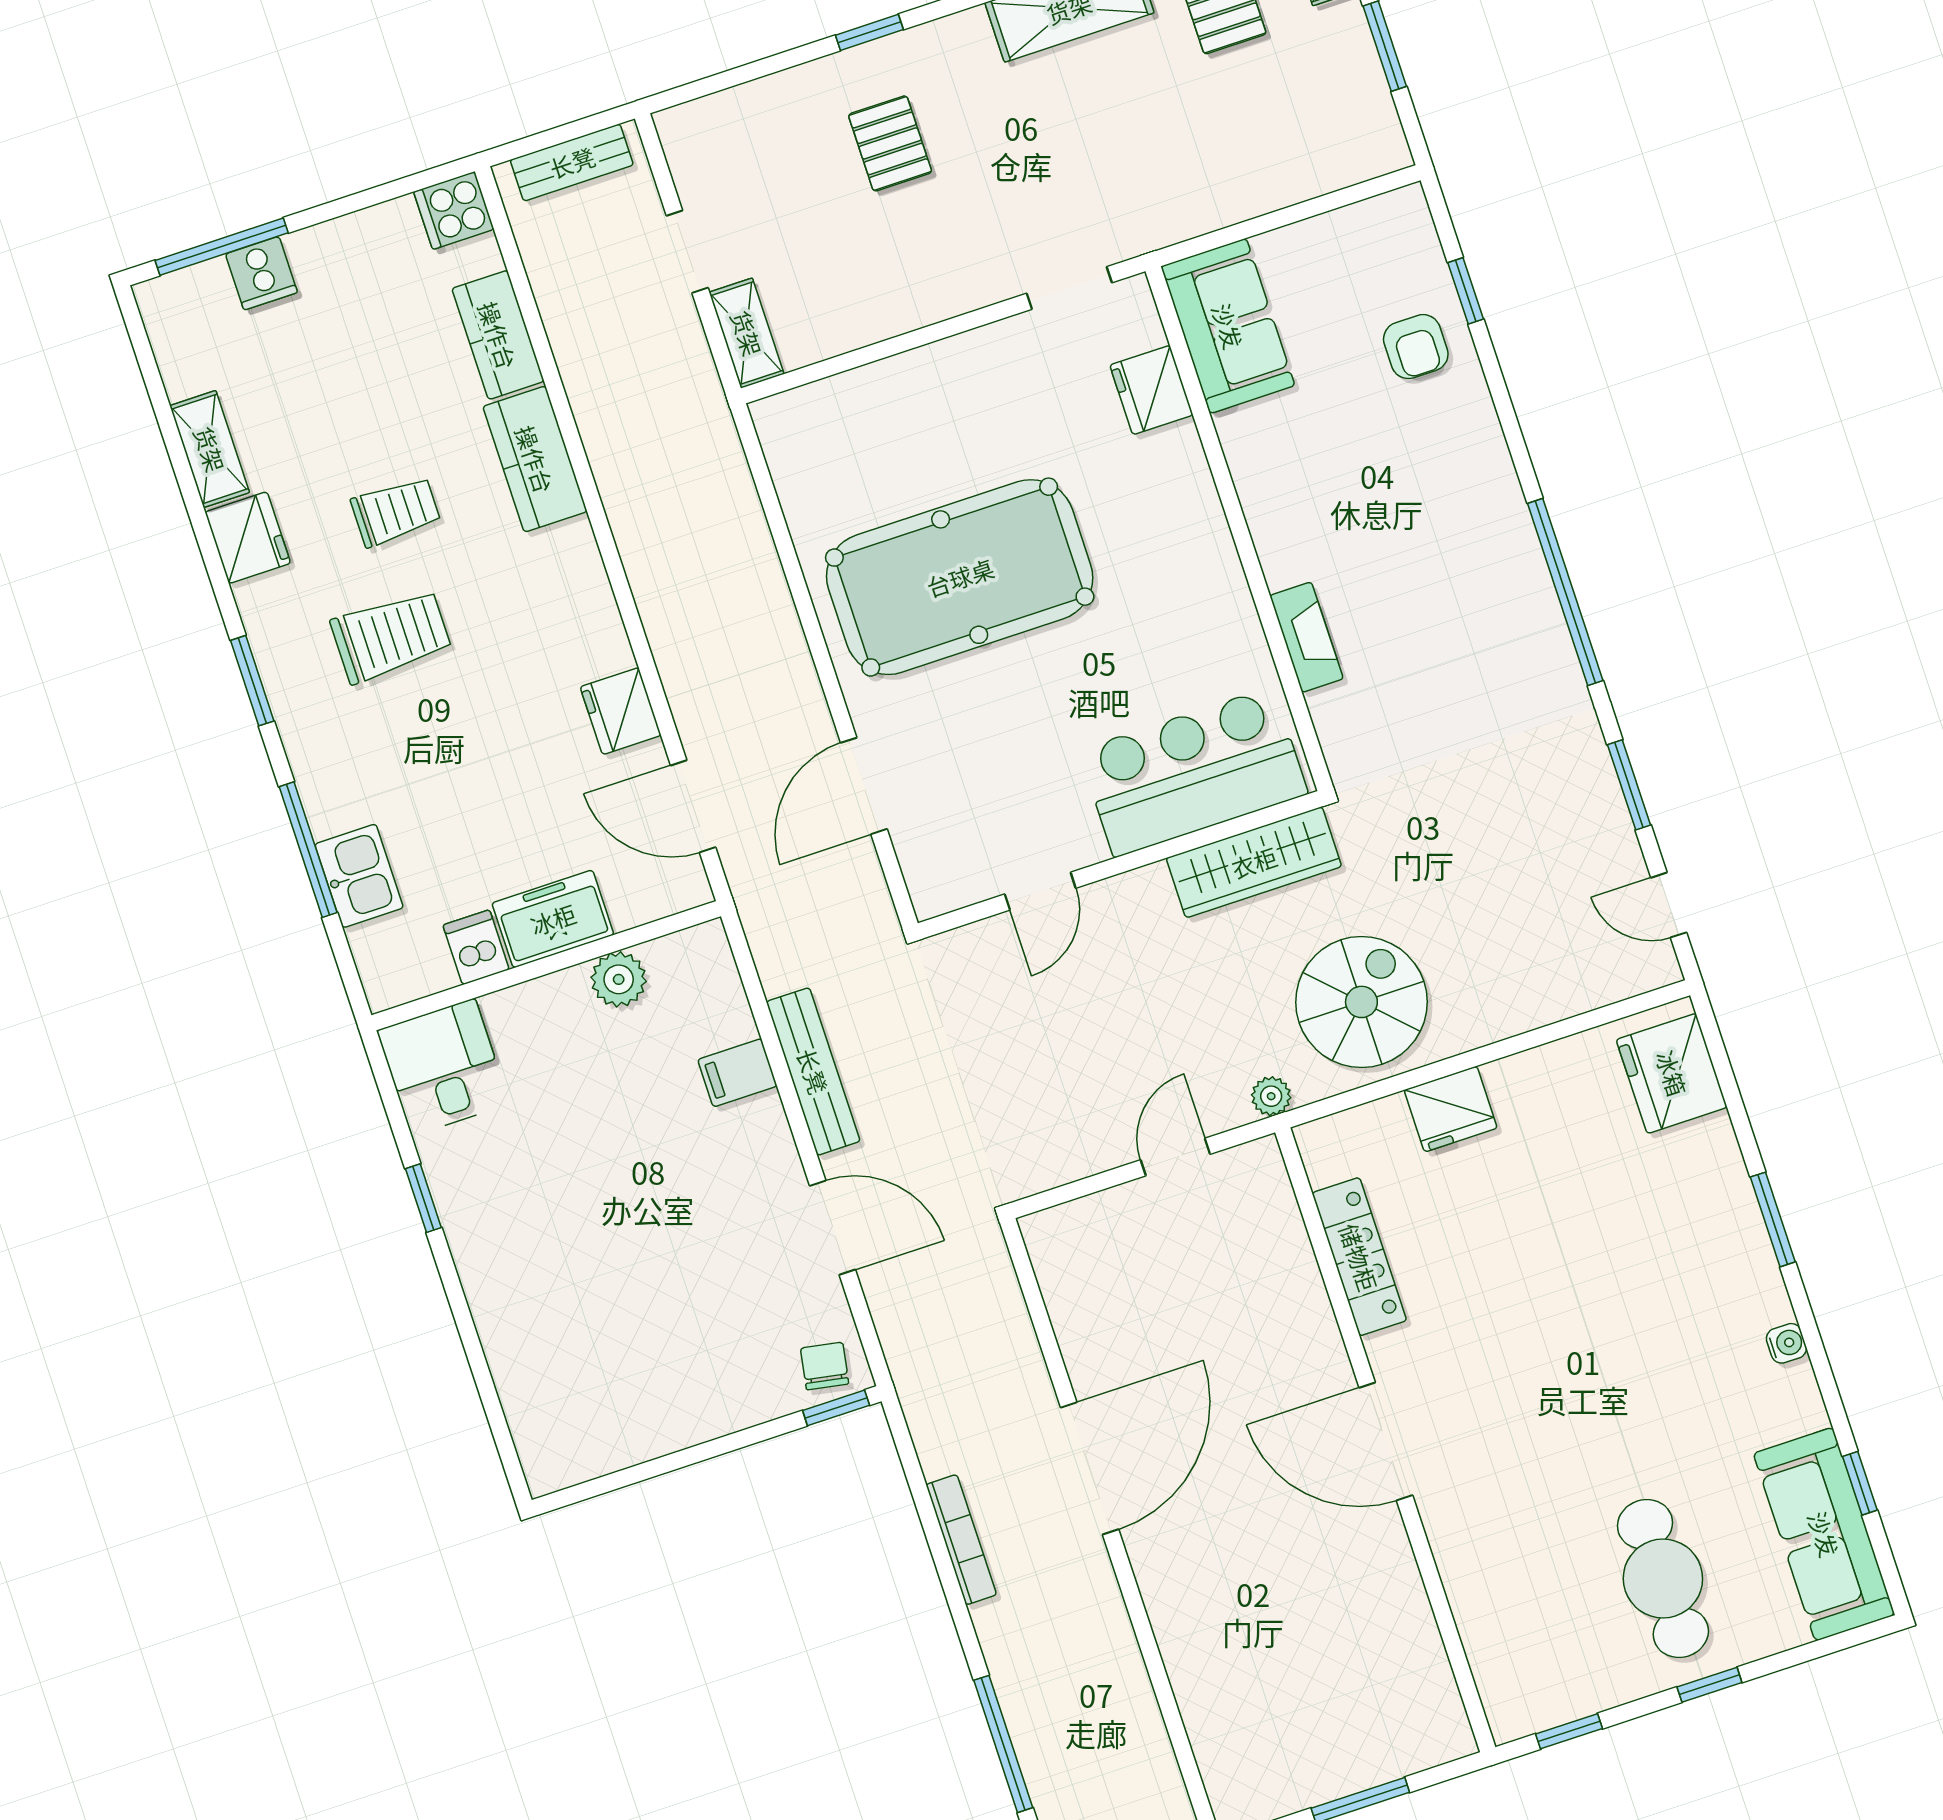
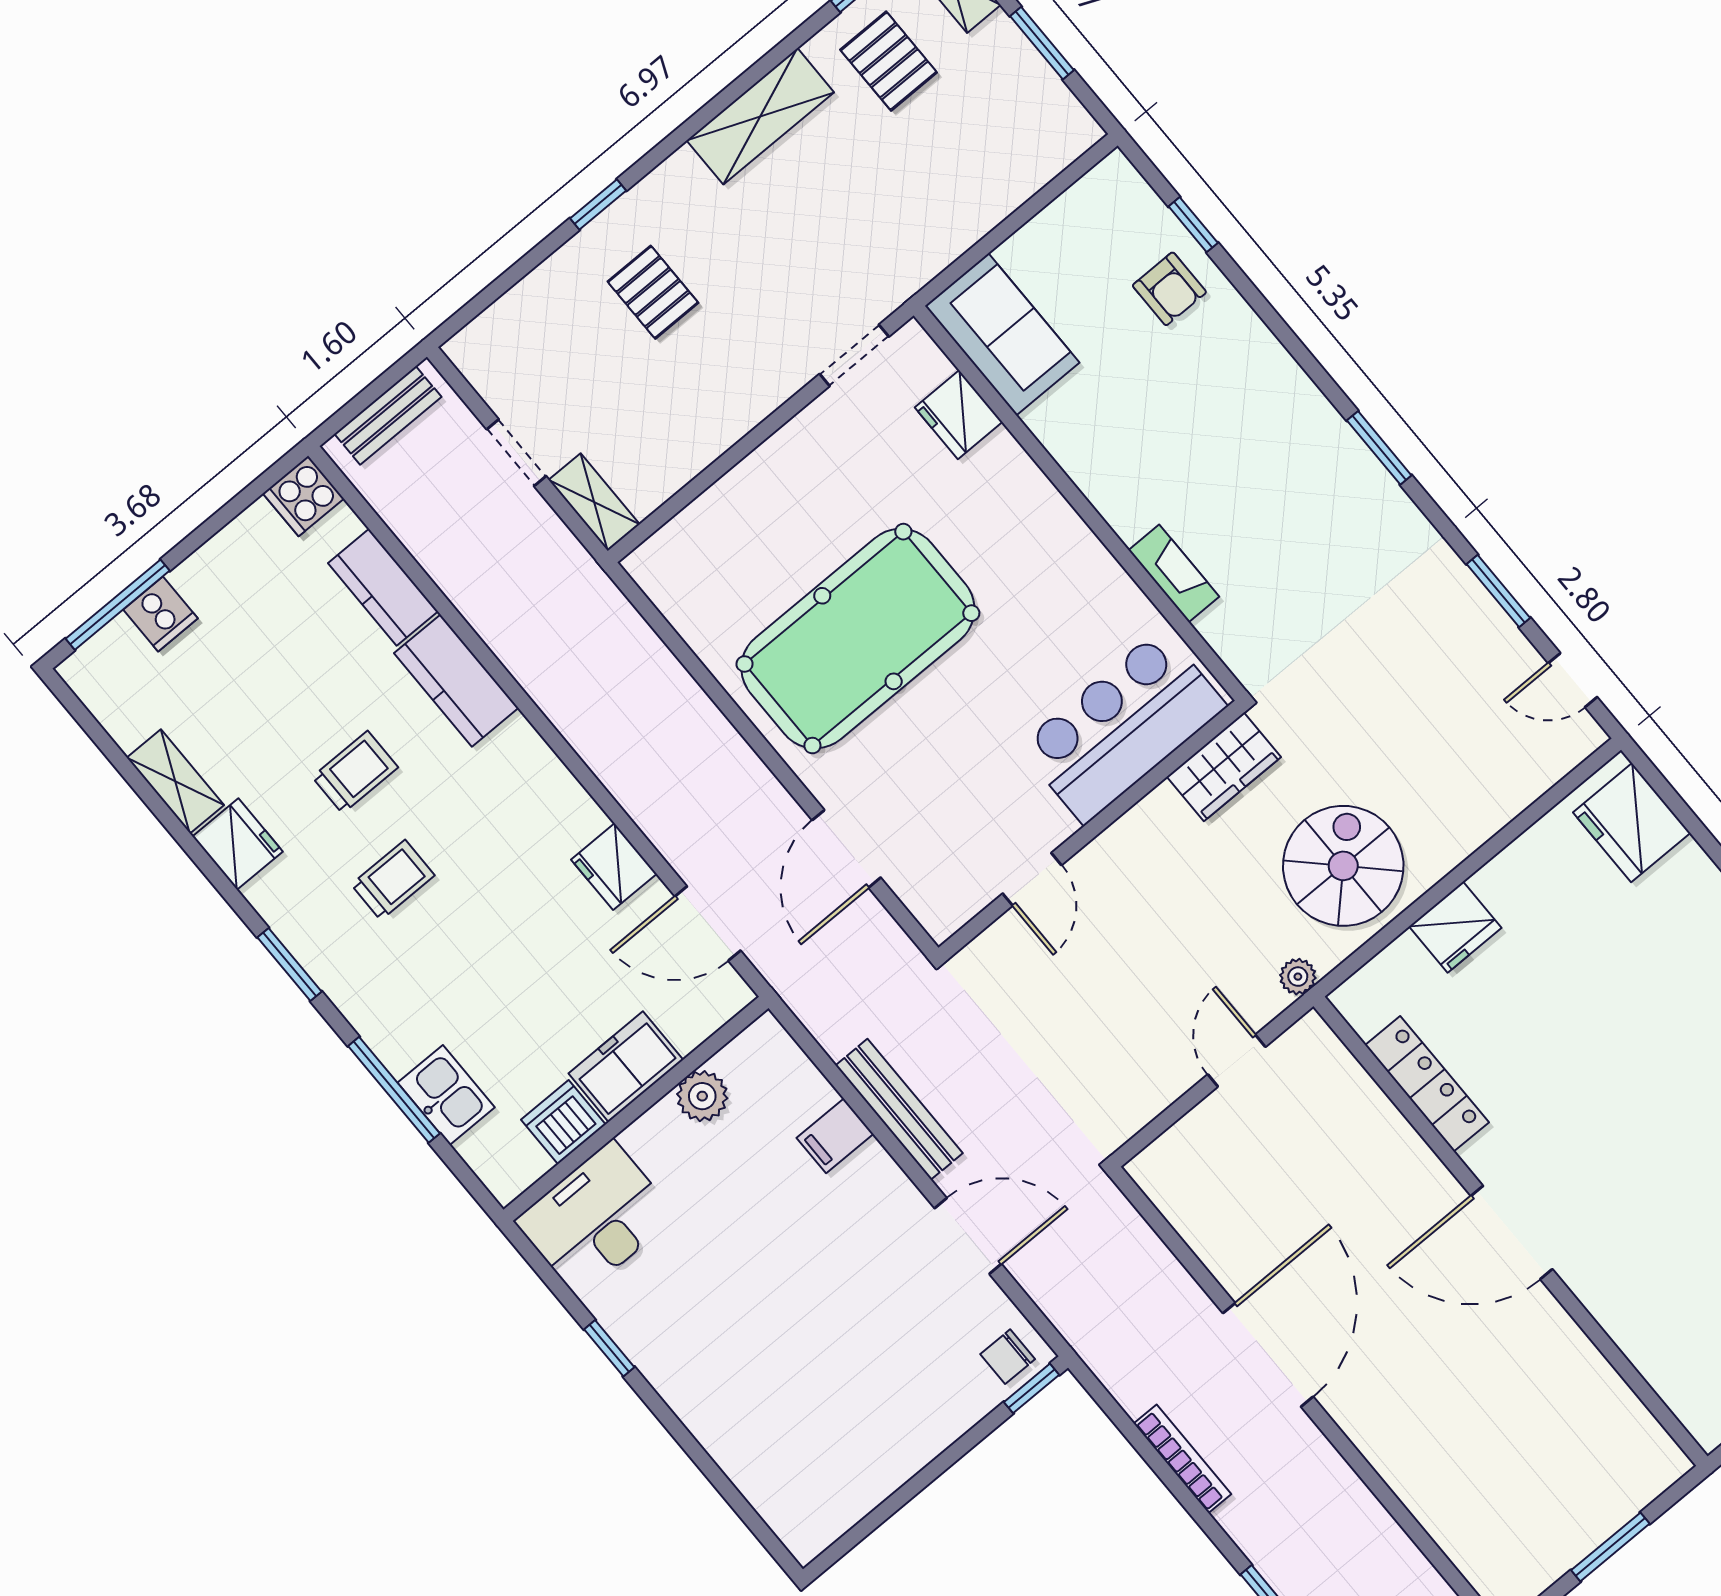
window: (1565, 592) -> (1379, 448), width x0.47
trolley: (391, 636) -> (393, 880), width x0.73, depth x0.72
wardrobe: (1254, 862) -> (1224, 767), width x0.67
dishwasher: (476, 947) -> (563, 1122), width x1.38
desk: (443, 1067) -> (596, 1218), width x1.37
chair: (825, 1366) -> (1008, 1357), turned -100

